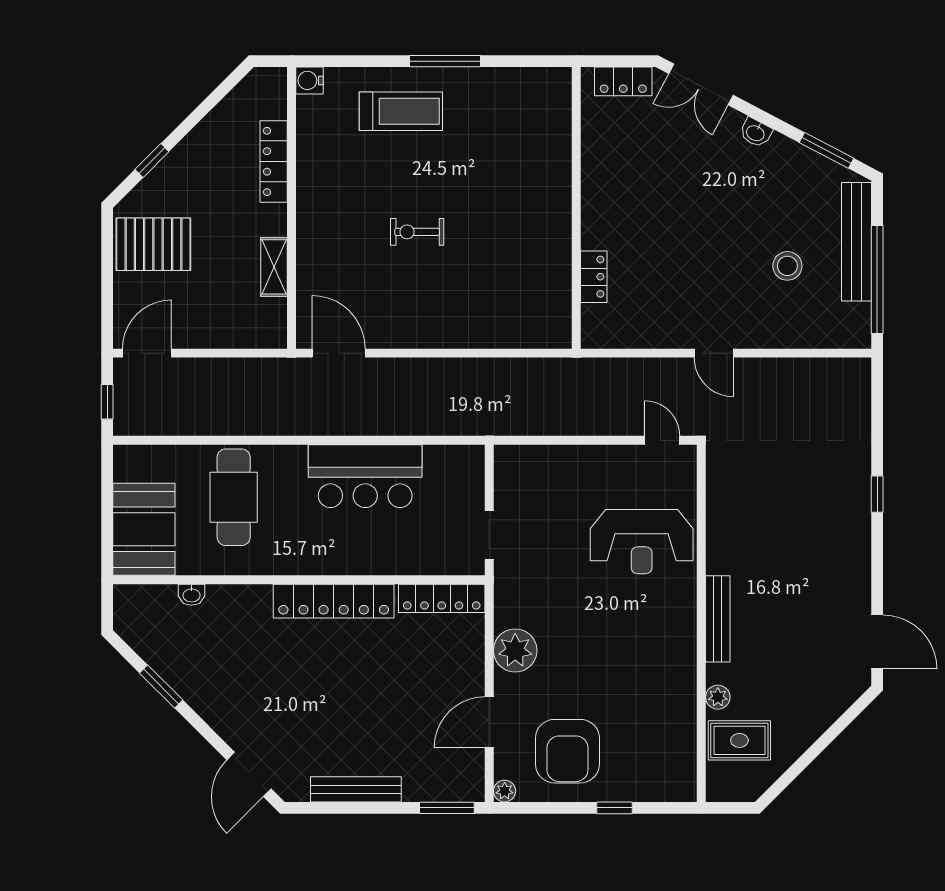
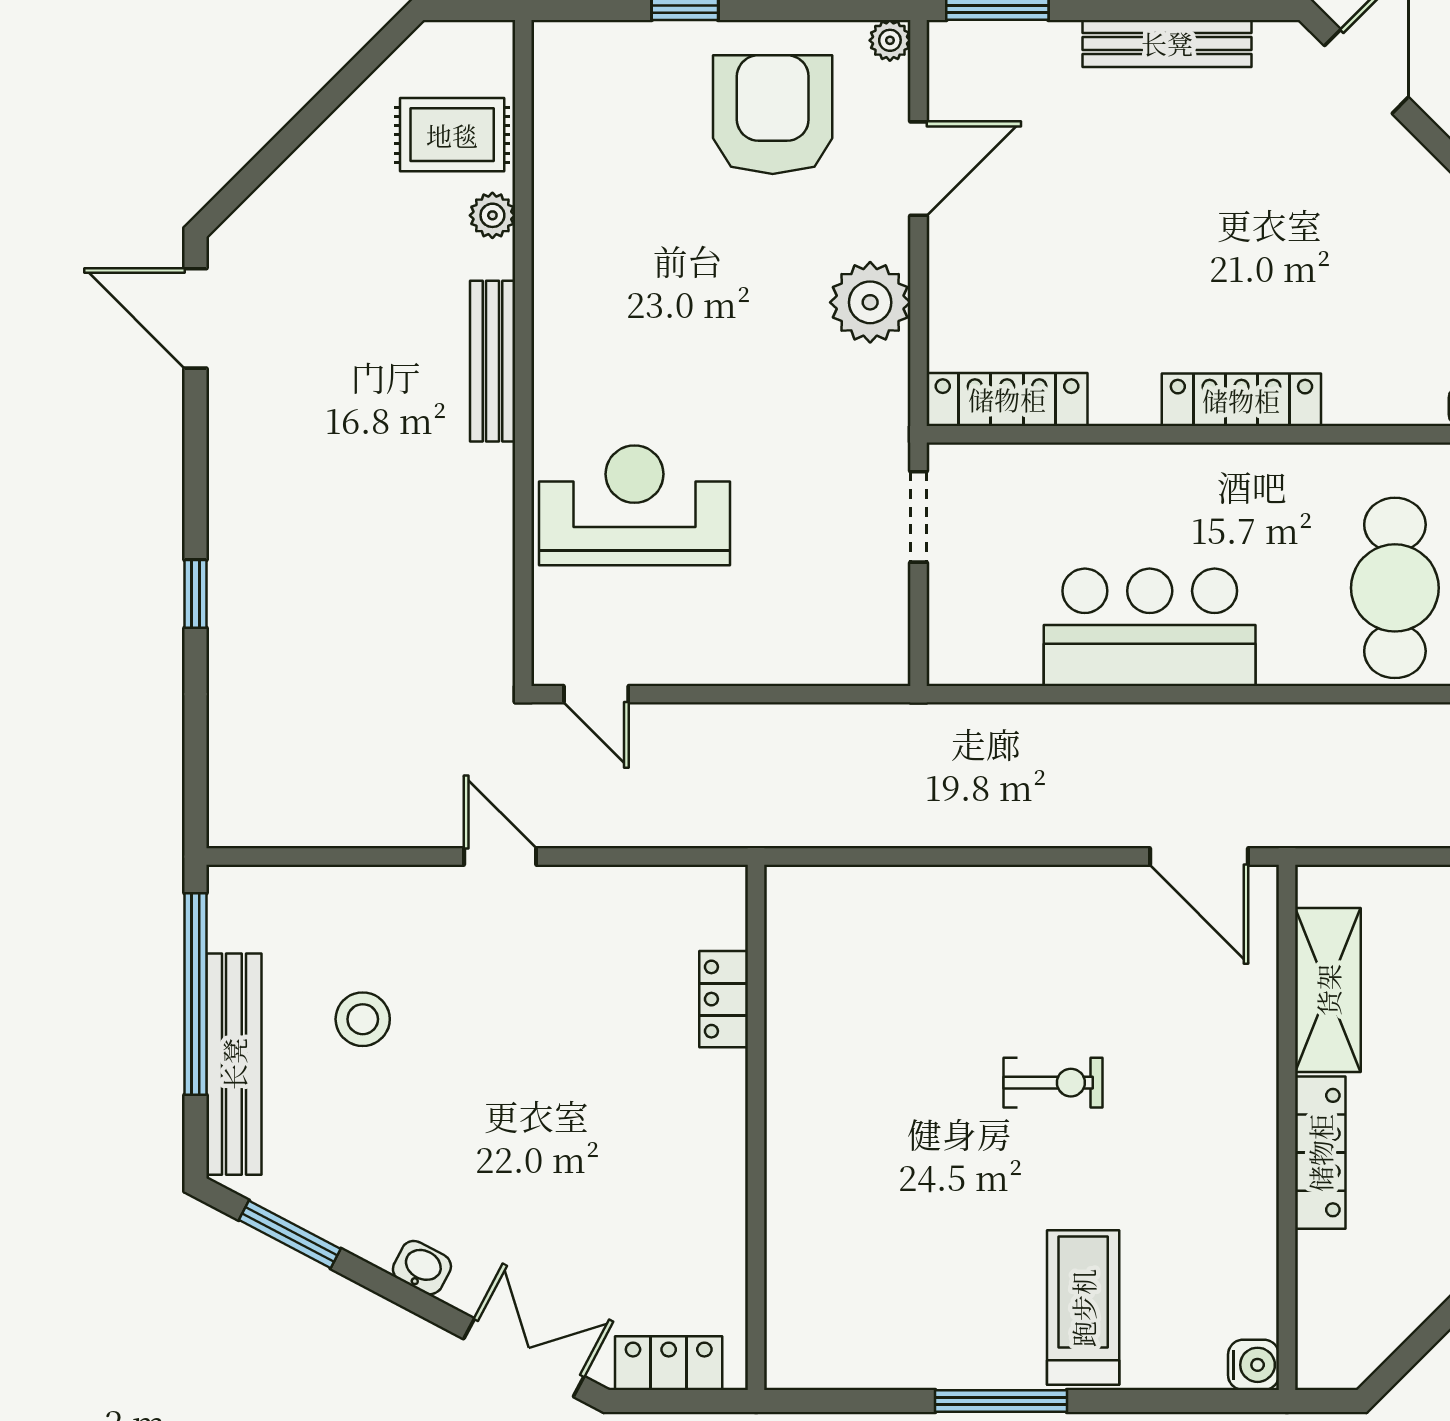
treadmill: (401, 111) -> (1083, 1308), turned 90
locker: (274, 161) -> (1320, 1153), moved
shelving: (274, 267) -> (1328, 990), width x1.50, depth x1.33
locker: (334, 601) -> (1241, 400), width x0.71, depth x0.83

